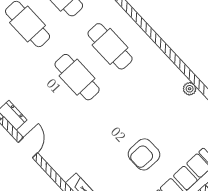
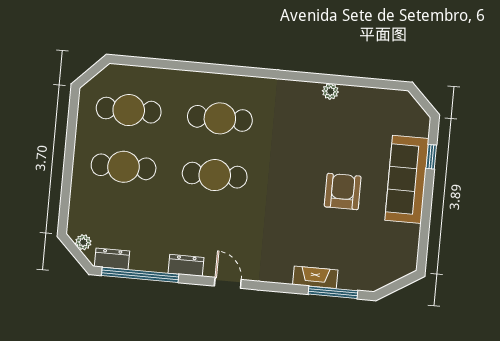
armchair: (144, 154) -> (343, 191), turned 180

